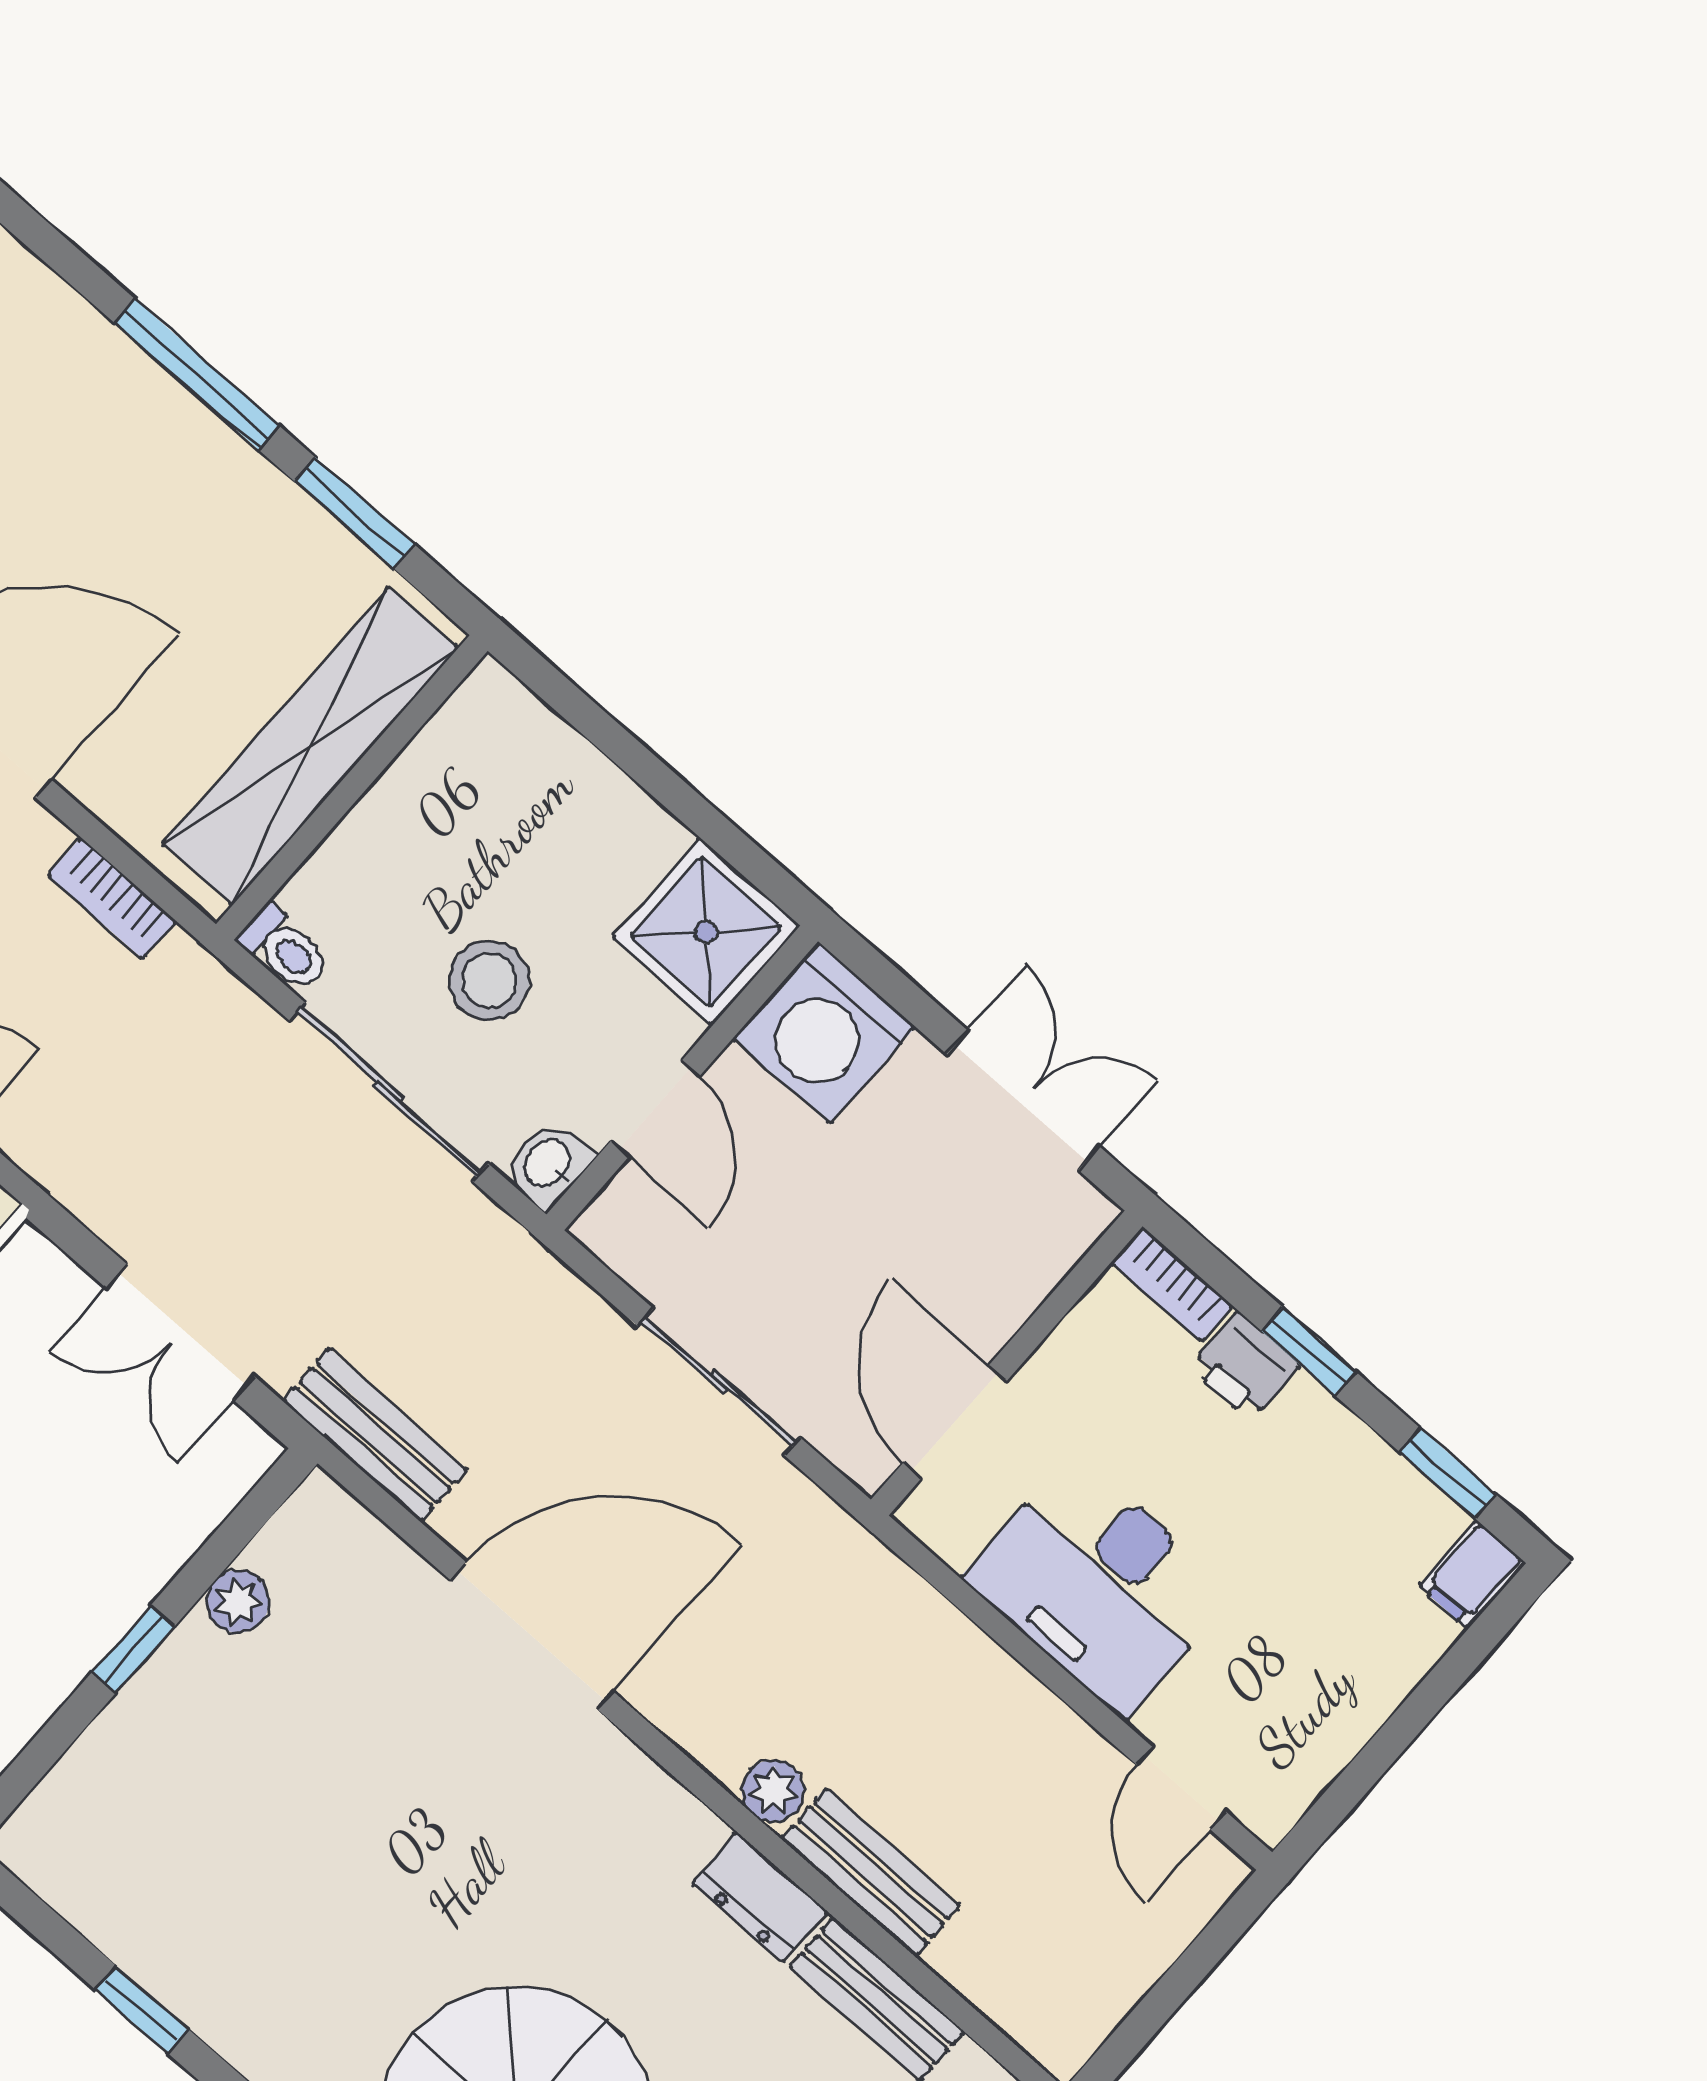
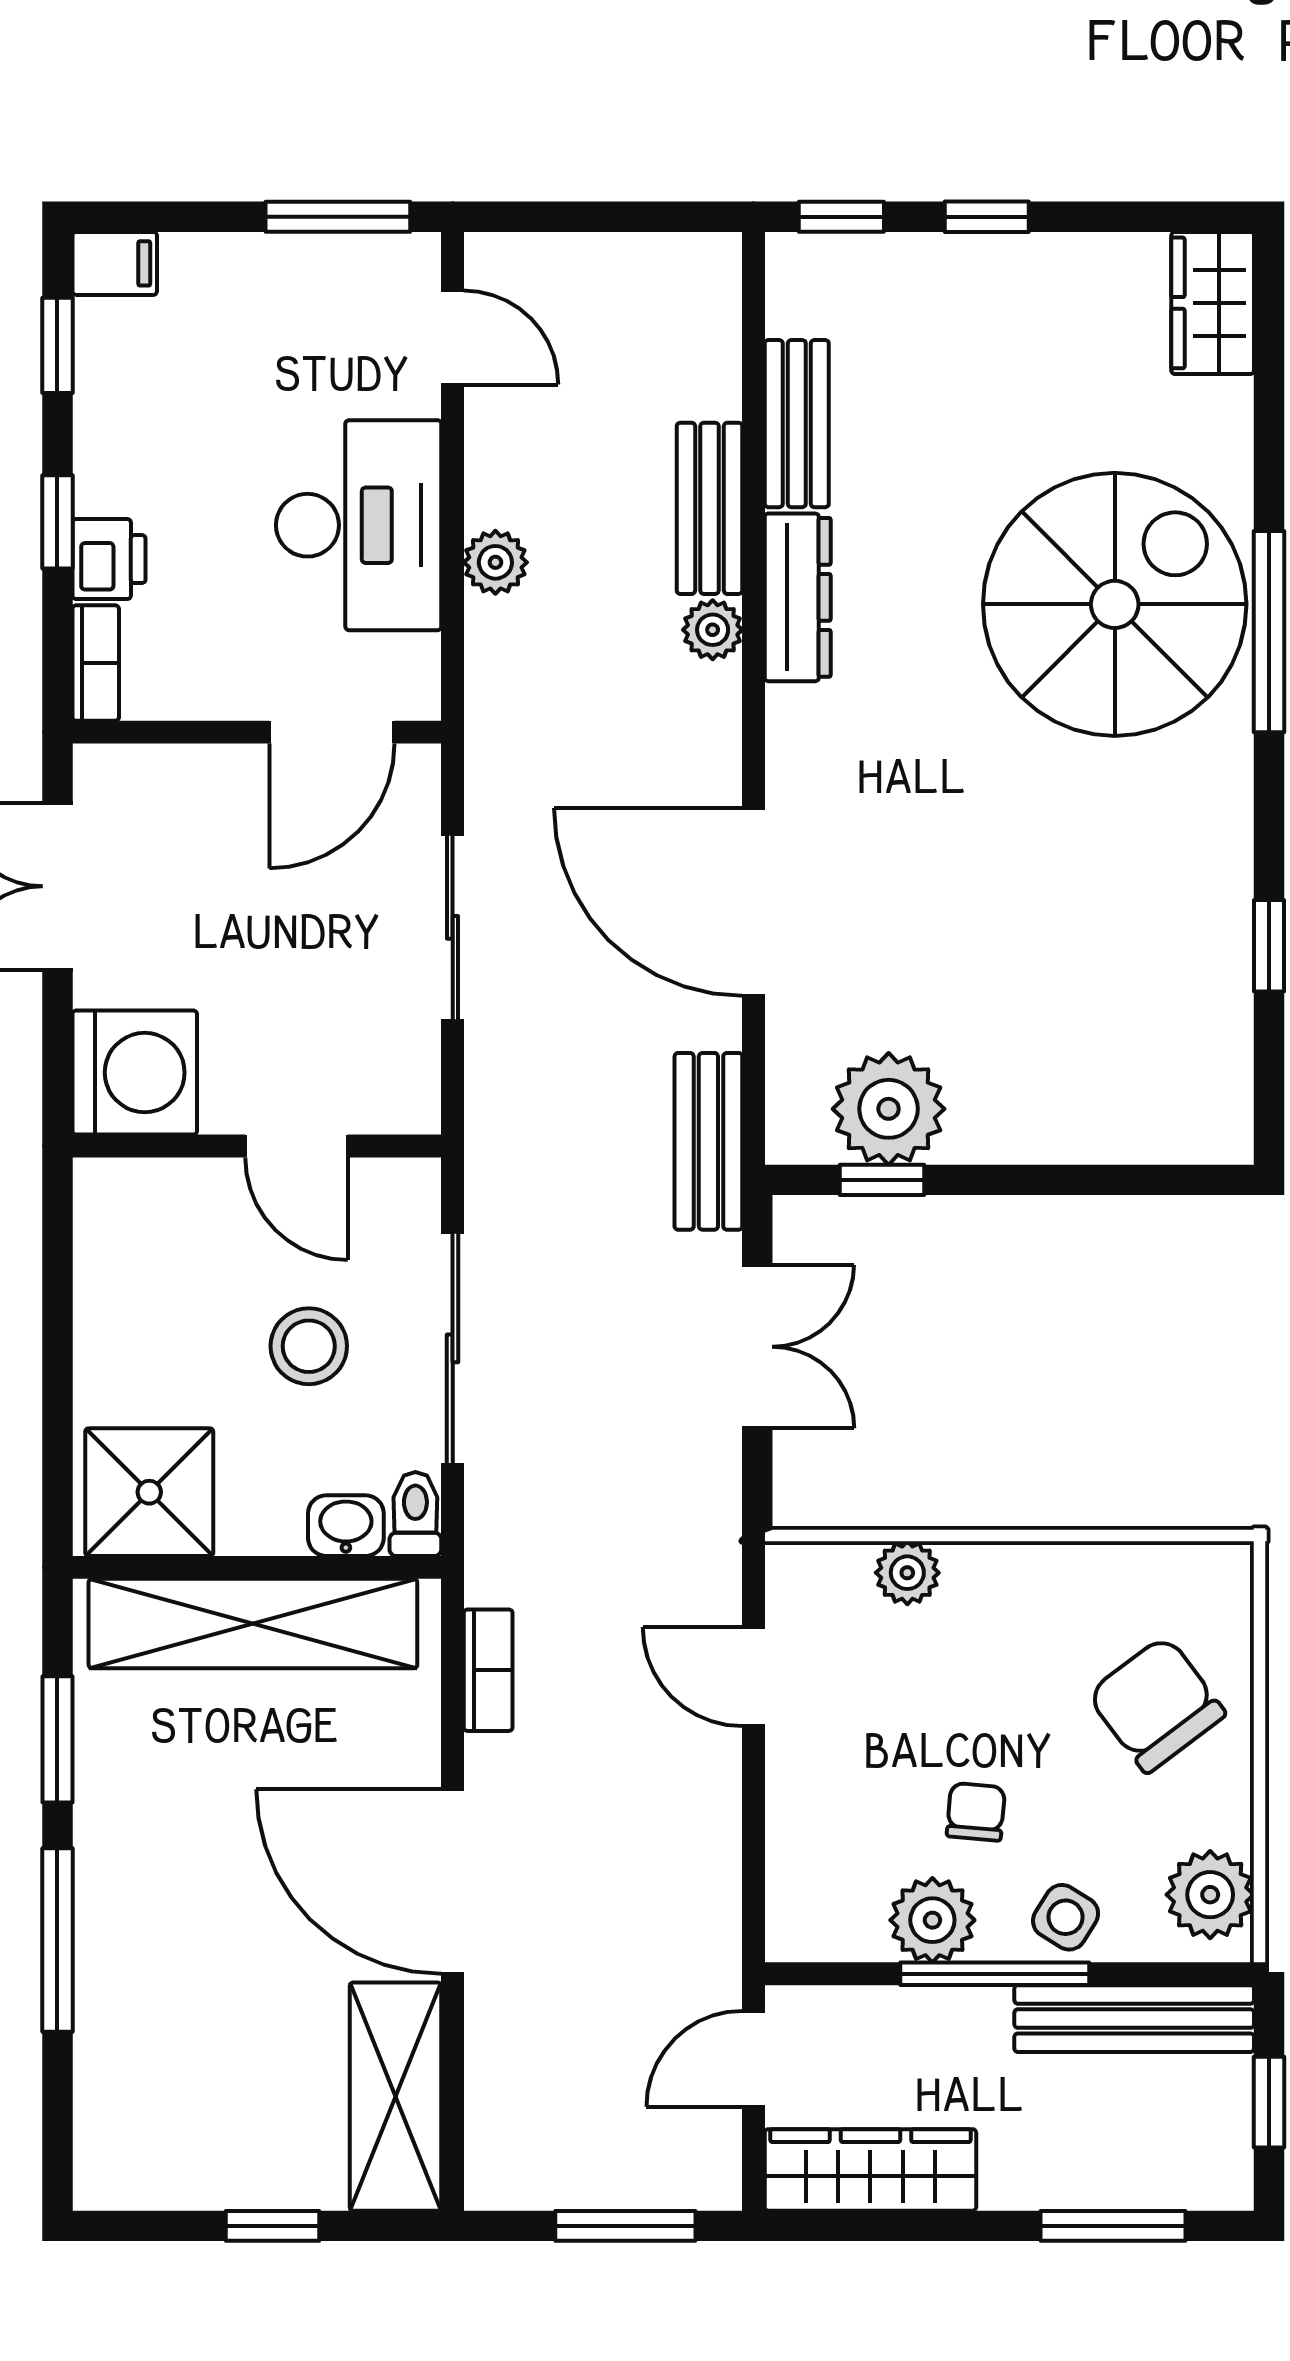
shower: (706, 932) -> (149, 1492), moved
door: (655, 1109) -> (296, 1146), swing flipped
washbasin: (548, 1164) -> (346, 1526), moved, turned 180
plant: (238, 1601) -> (889, 1109), width x1.88, depth x1.88
window: (133, 1649) -> (882, 1180), moved
plant: (976, 1667) -> (495, 562), added
window: (1355, 1782) -> (338, 217), added
door: (1181, 1788) -> (453, 338), hinge flipped
dresser: (760, 1898) -> (798, 597), width x1.44

